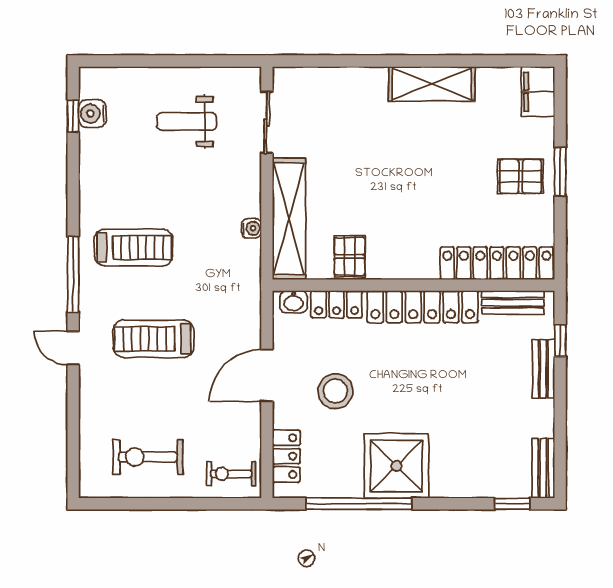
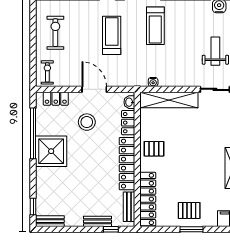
pallet: (521, 176) -> (189, 210), turned 90
water cooler: (251, 228) -> (153, 82), moved
pallet: (350, 256) -> (154, 149), moved

